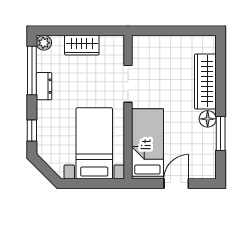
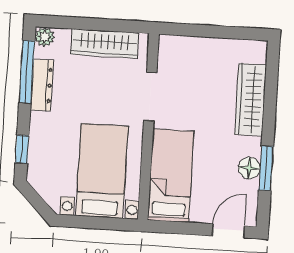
wardrobe: (82, 45) -> (105, 44), width x1.50
dresser: (44, 86) -> (42, 85), width x1.44
floor lamp: (208, 119) -> (249, 168), moved
door: (176, 184) -> (228, 231), moved

